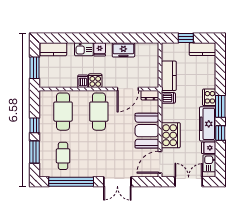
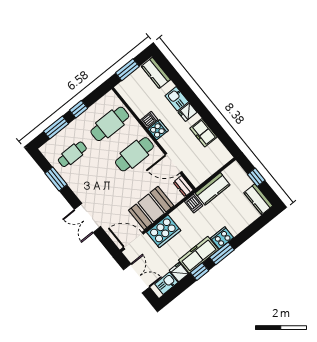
window: (71, 182) -> (56, 179), width x0.47

